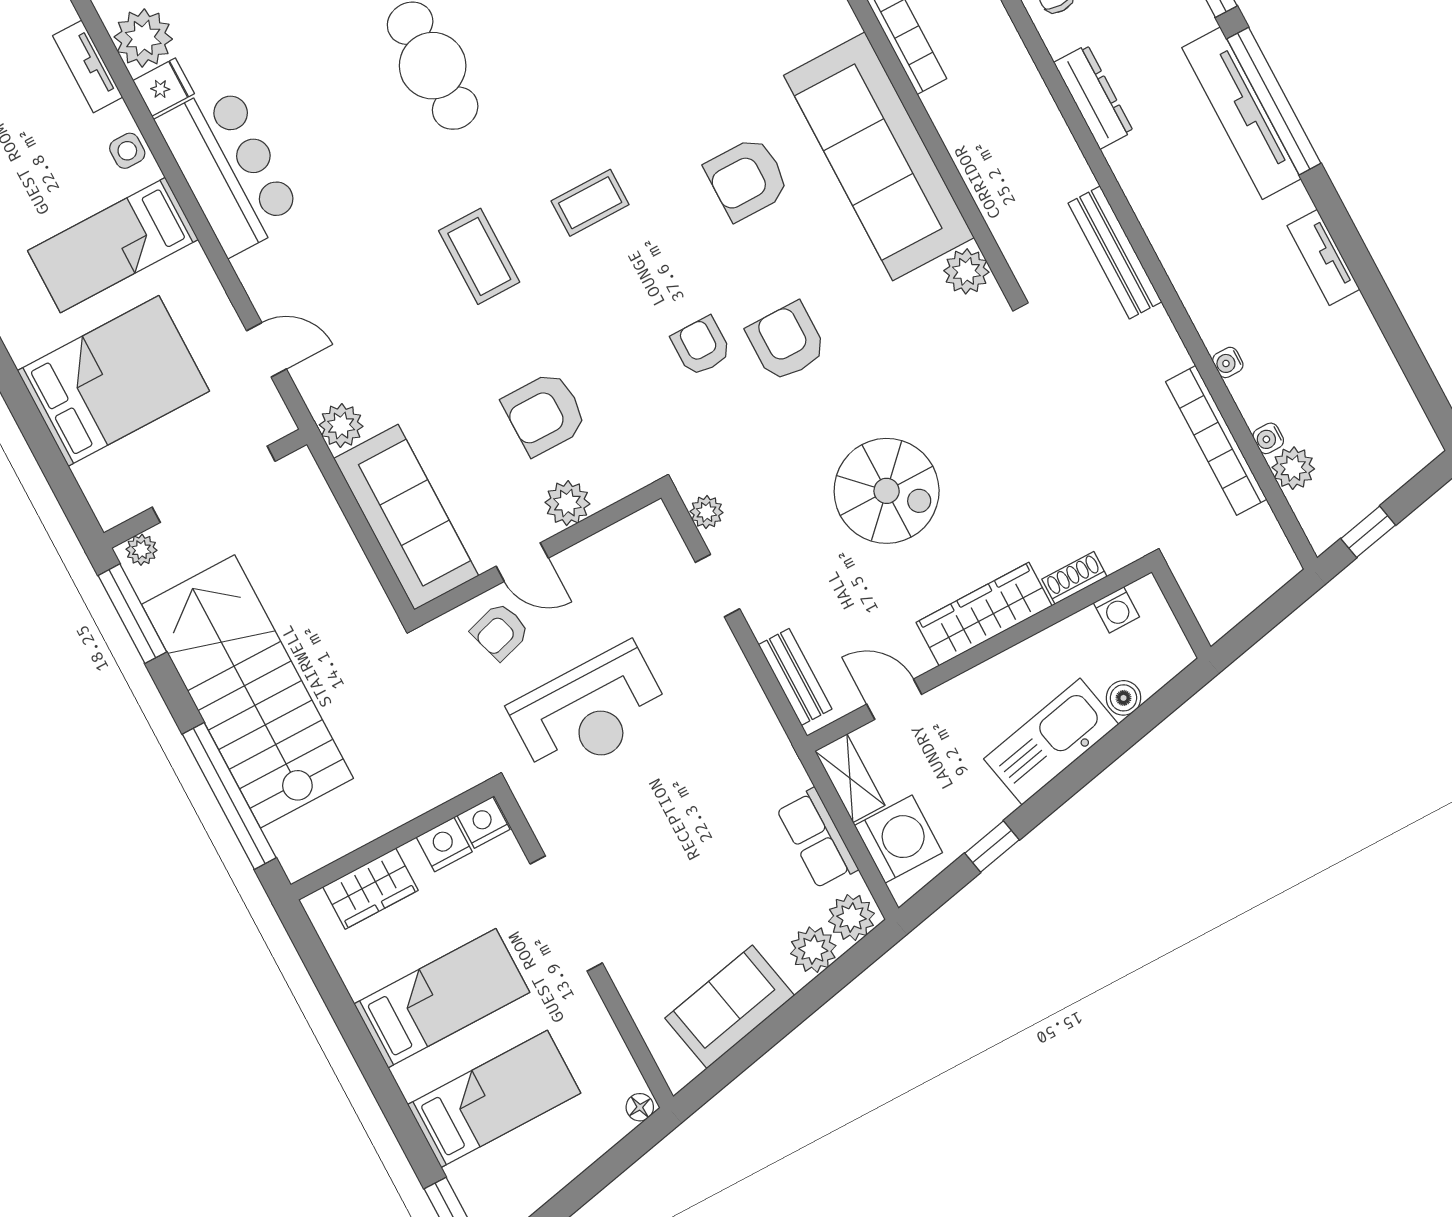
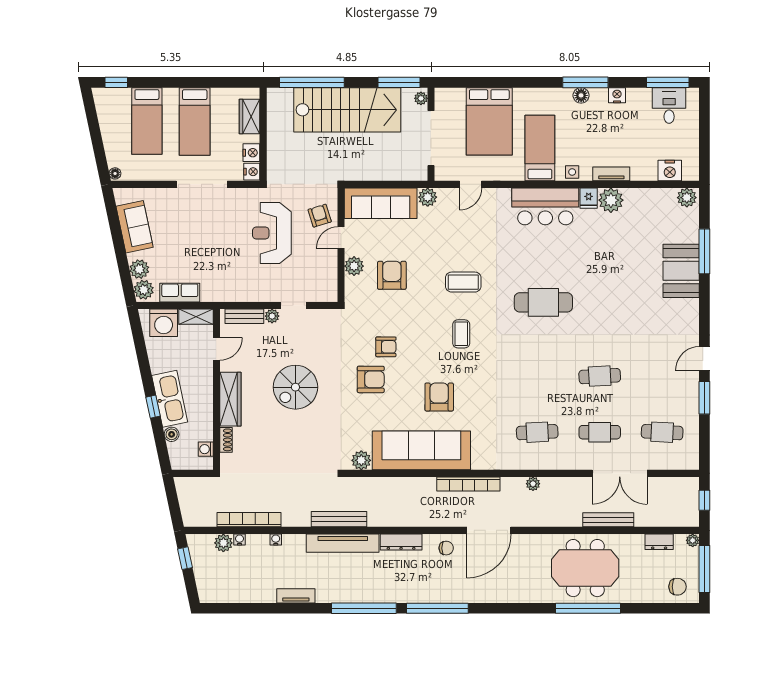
tv unit: (1241, 113) -> (343, 543), moved, turned 180
plant: (707, 512) -> (272, 316), moved
window: (992, 846) -> (153, 407), moved

